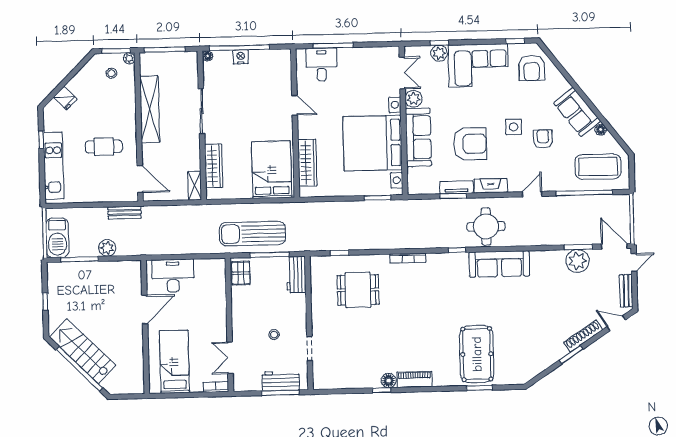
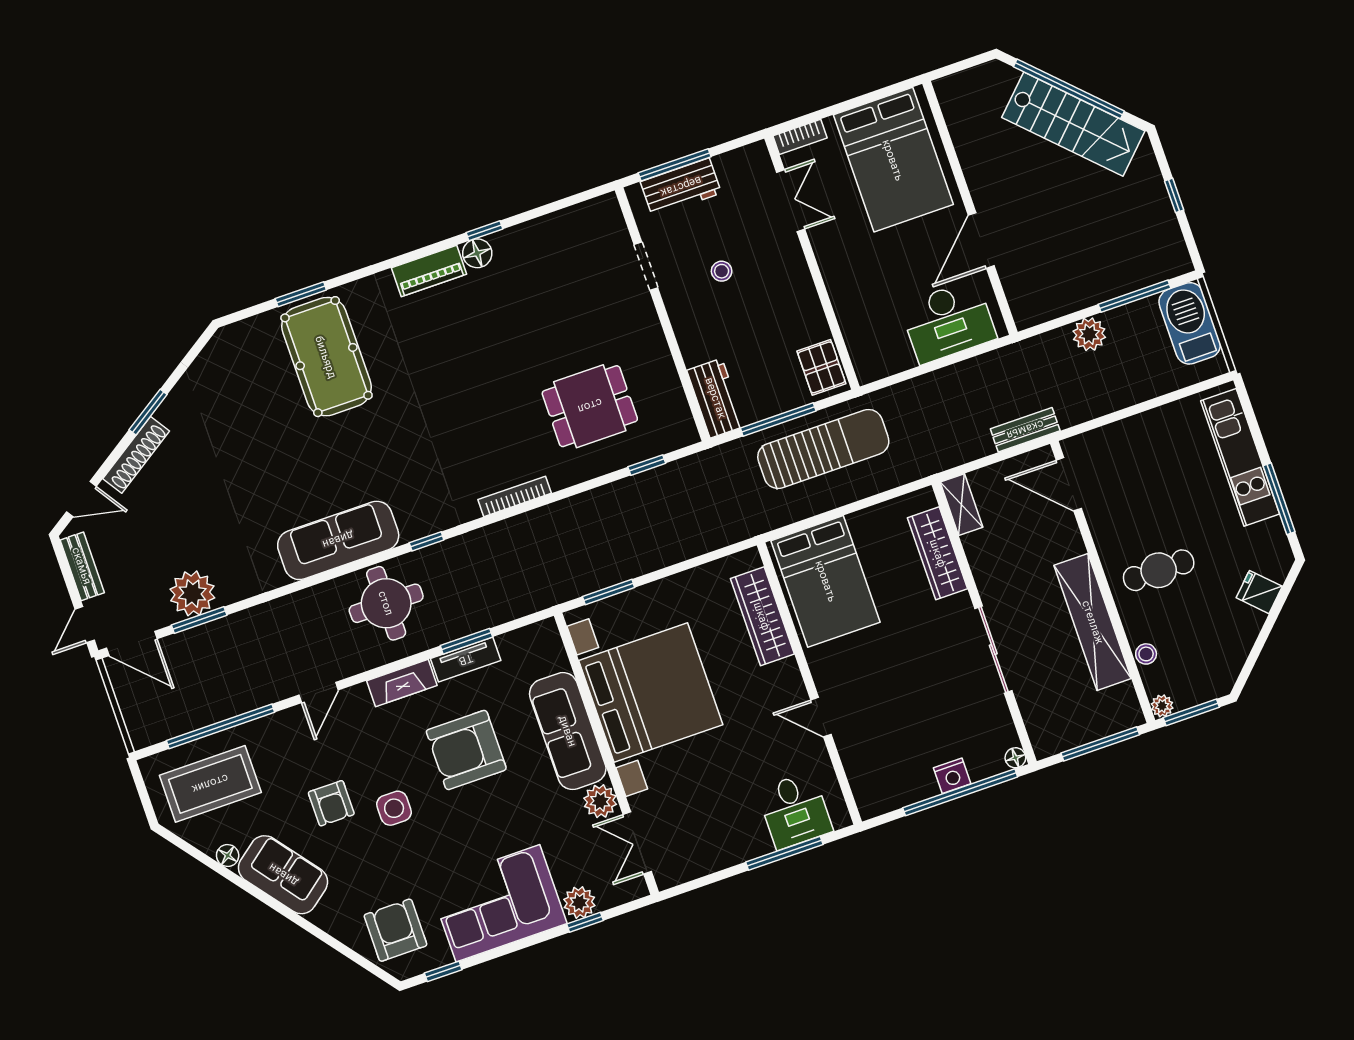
stool: (111, 73) -> (1146, 654), moved
window: (41, 140) -> (1279, 499), width x2.17
cafe table: (104, 147) -> (1159, 570), moved
bench: (125, 213) -> (1025, 430), moved
bed: (174, 362) -> (893, 160), width x1.50

